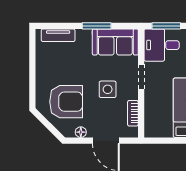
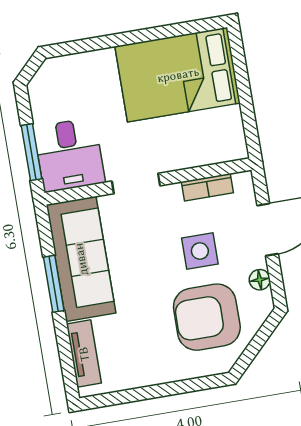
sofa: (115, 42) -> (81, 259), width x1.36
side table: (108, 89) -> (200, 251), moved
armchair: (66, 102) -> (207, 317), turned -90

